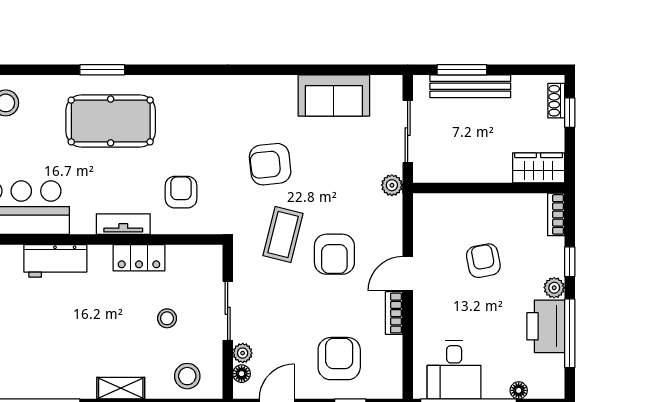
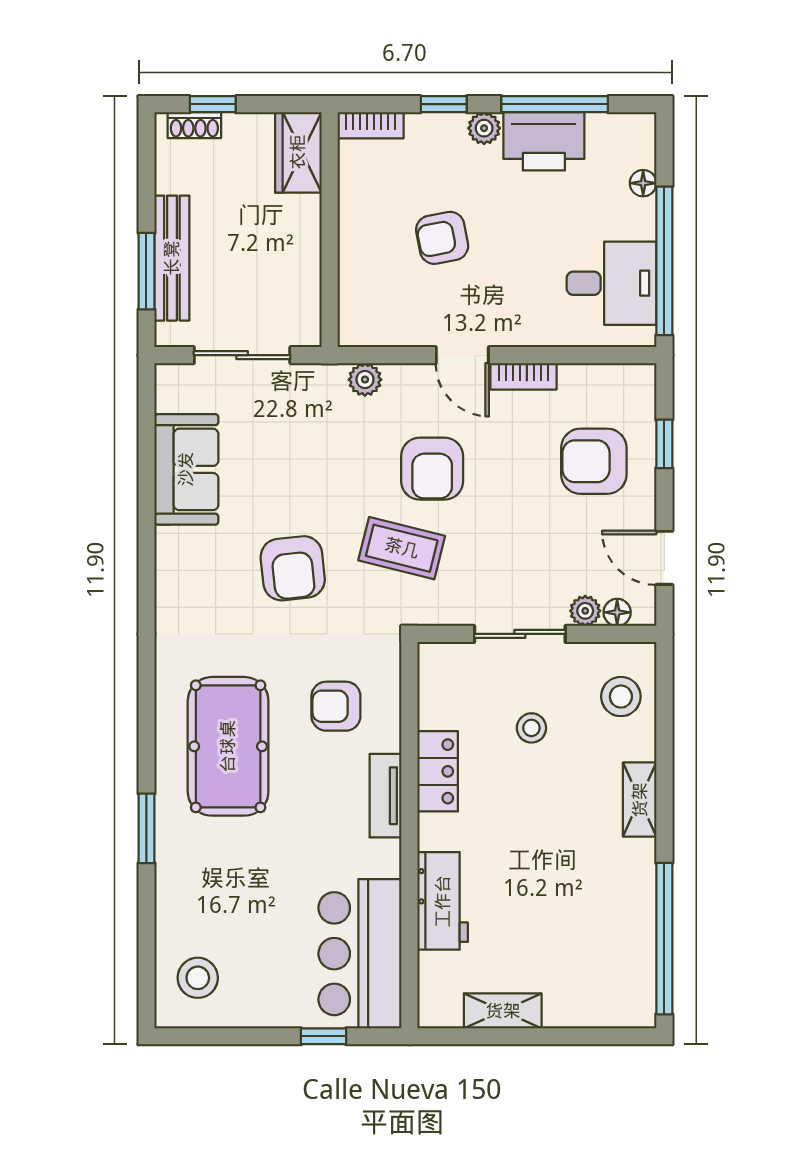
pool table: (111, 121) -> (228, 746), moved
plant: (392, 185) -> (365, 380), moved
armchair: (334, 254) -> (432, 469), turned 90

